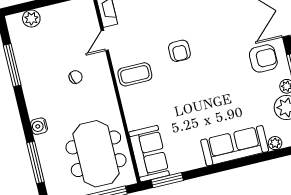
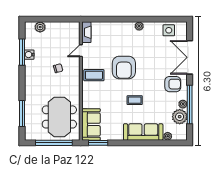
armchair: (179, 51) -> (124, 67), width x1.88, depth x1.88
coffee table: (209, 98) -> (135, 100), added
water cooler: (39, 126) -> (29, 55), moved

